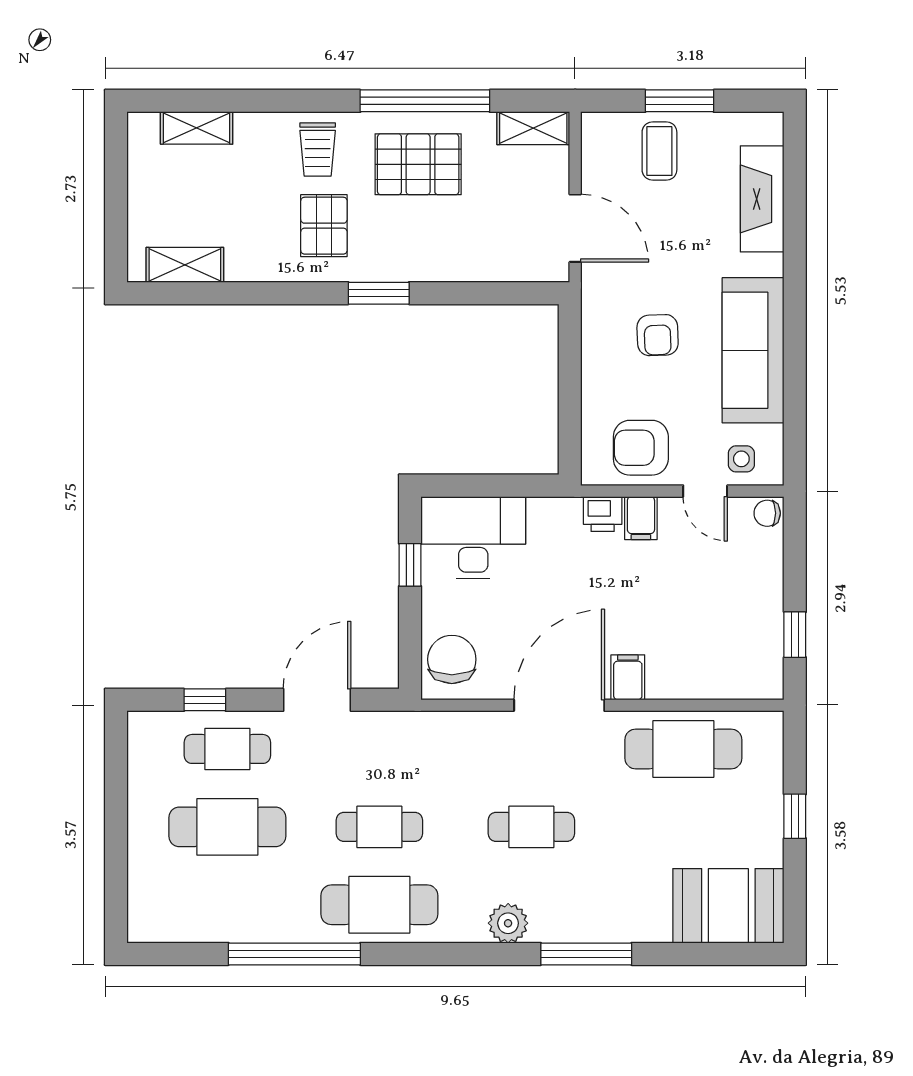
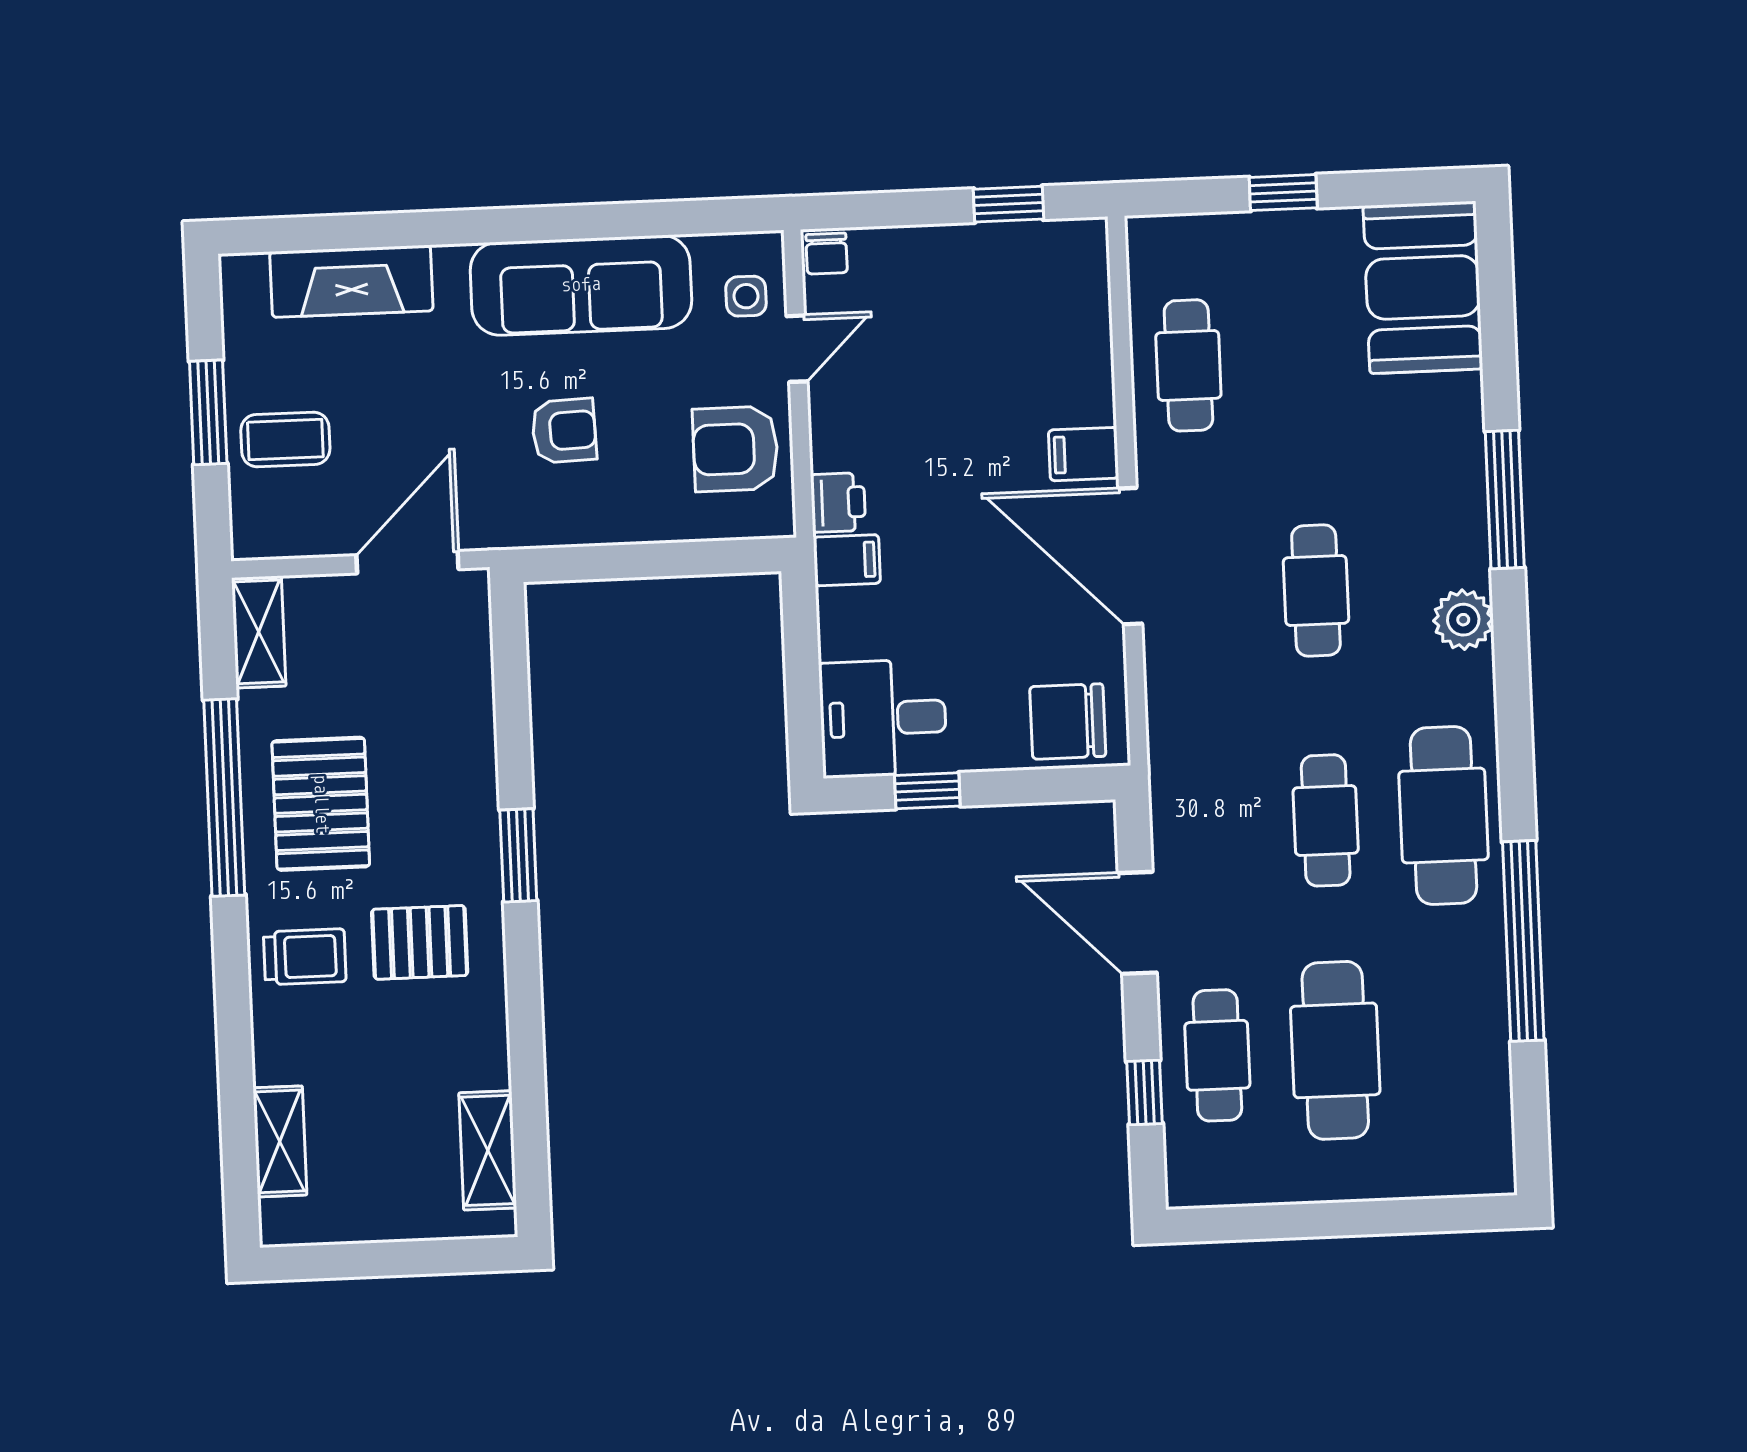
armchair: (641, 448) -> (735, 449), turned 90
filing cabinet: (641, 518) -> (847, 560), moved
desk: (473, 538) -> (883, 718), width x0.73
cafe table: (683, 749) -> (1188, 365), width x0.73, depth x0.74

